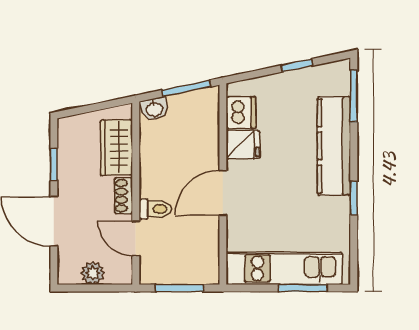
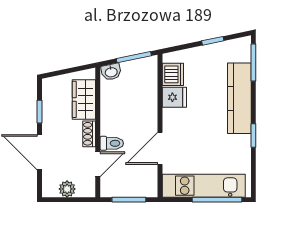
door: (223, 193) -> (160, 148), moved
door: (136, 238) -> (98, 164), swing flipped
window: (303, 288) -> (217, 200), width x1.44

